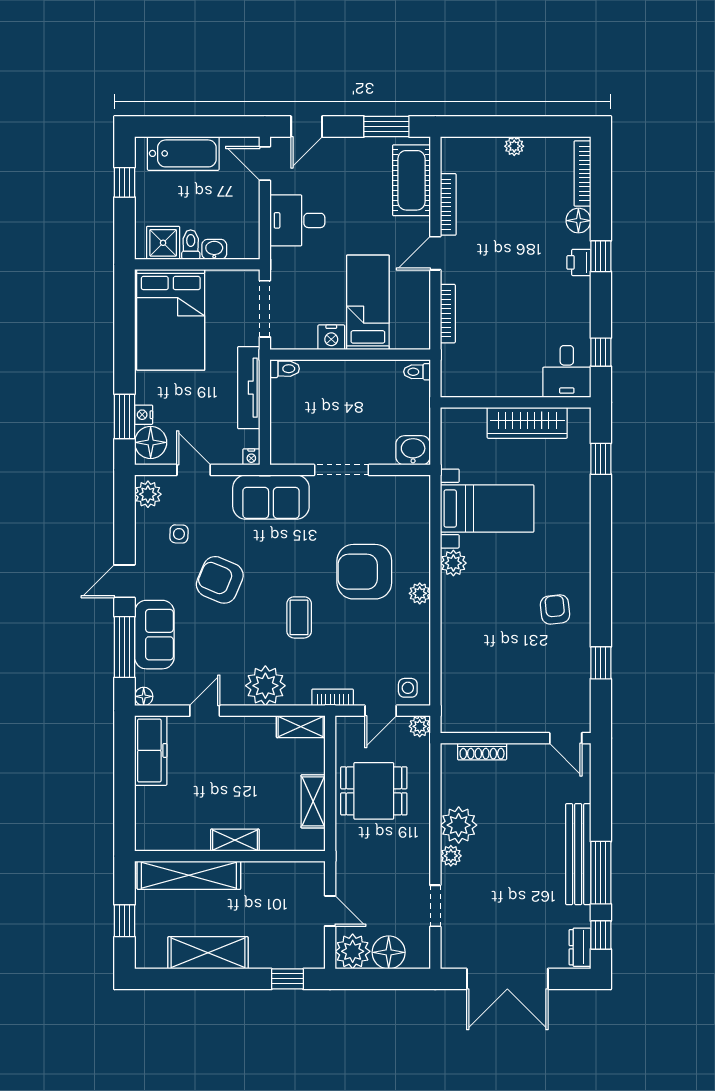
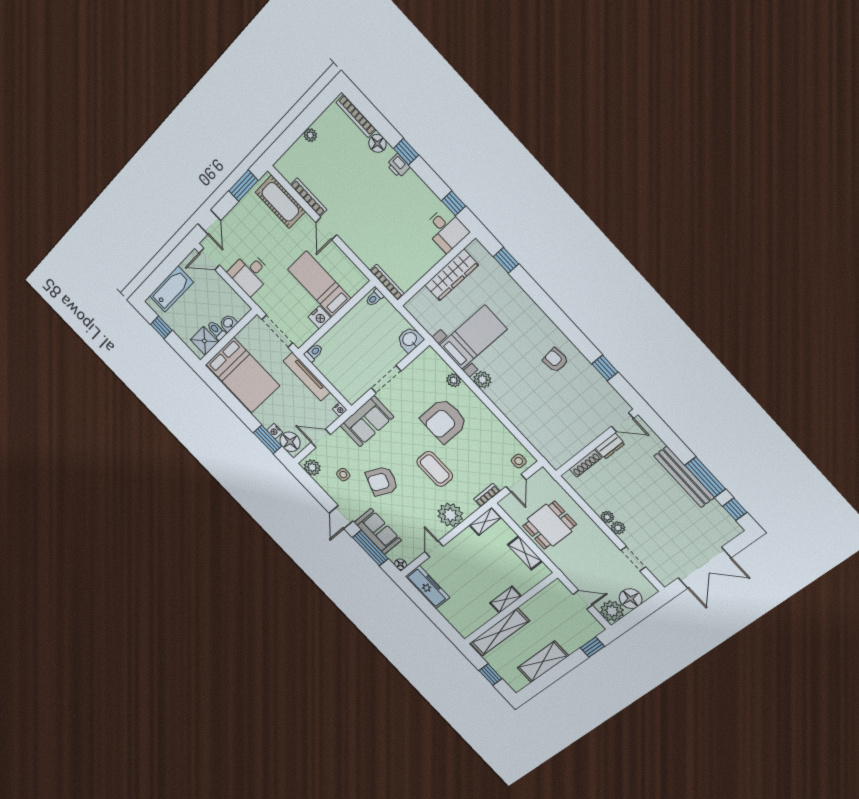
bookcase: (448, 314) -> (387, 282), moved
plant: (420, 593) -> (454, 380), moved
coffee table: (299, 617) -> (435, 469), width x1.36, depth x1.30
plant: (420, 726) -> (542, 476), removed
plant: (459, 825) -> (607, 517), width x0.53, depth x0.53
dresser: (580, 947) -> (610, 446), moved, turned -90

